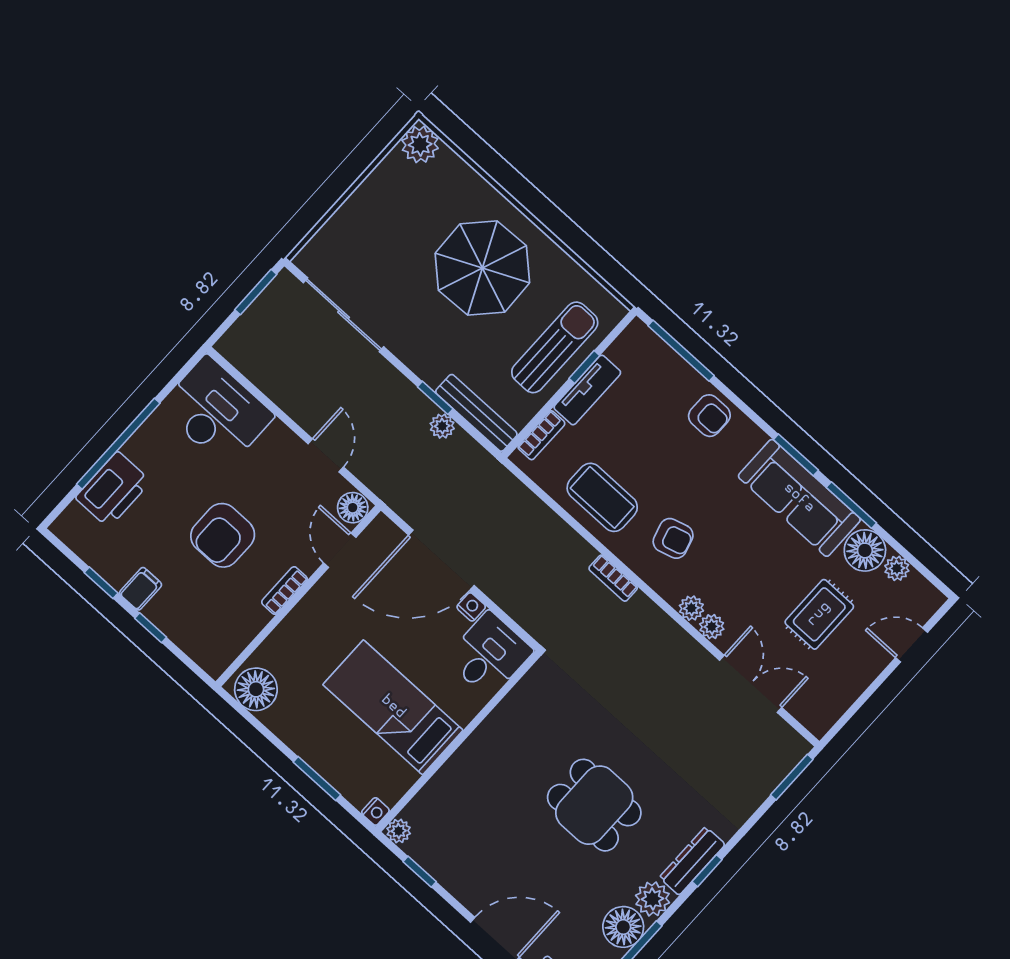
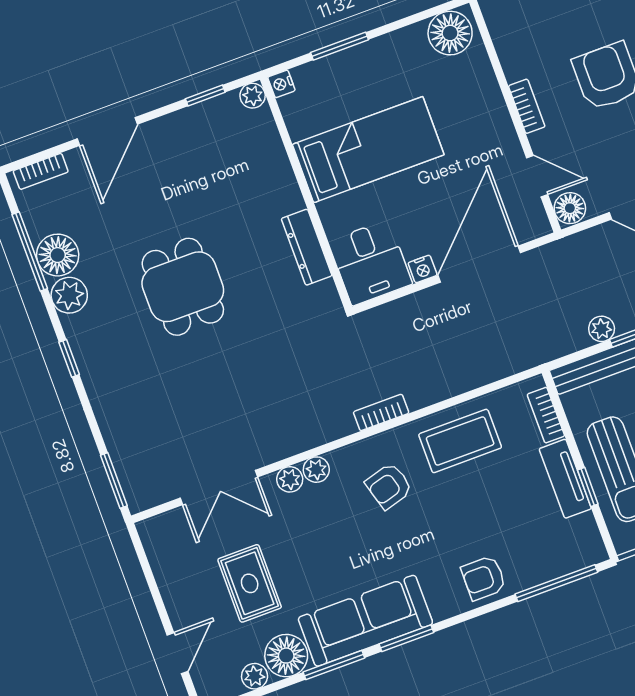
dining table: (594, 805) -> (183, 287), turned 90
dresser: (692, 861) -> (307, 247), moved, turned 180

